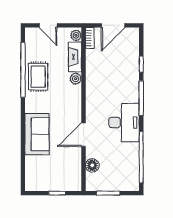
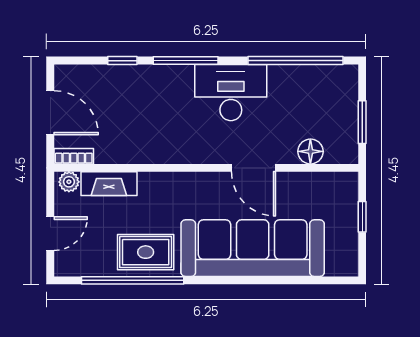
plant: (76, 79) -> (150, 182), removed
sofa: (37, 134) -> (253, 248), width x1.85, depth x1.27

